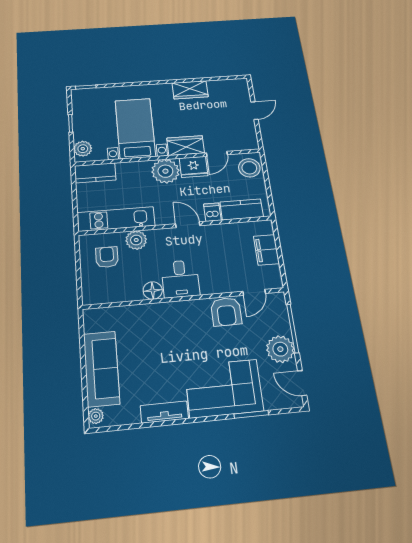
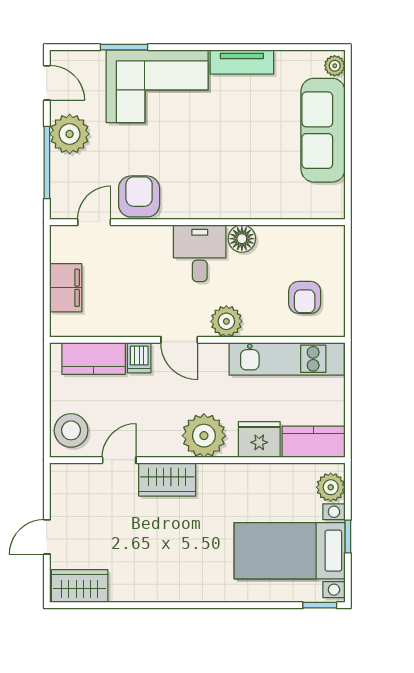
wardrobe: (190, 90) -> (80, 586), moved
bed with nightstands: (135, 128) -> (290, 551), moved, turned 90
fridge: (194, 167) -> (259, 440), moved
plant: (136, 240) -> (226, 321), moved

